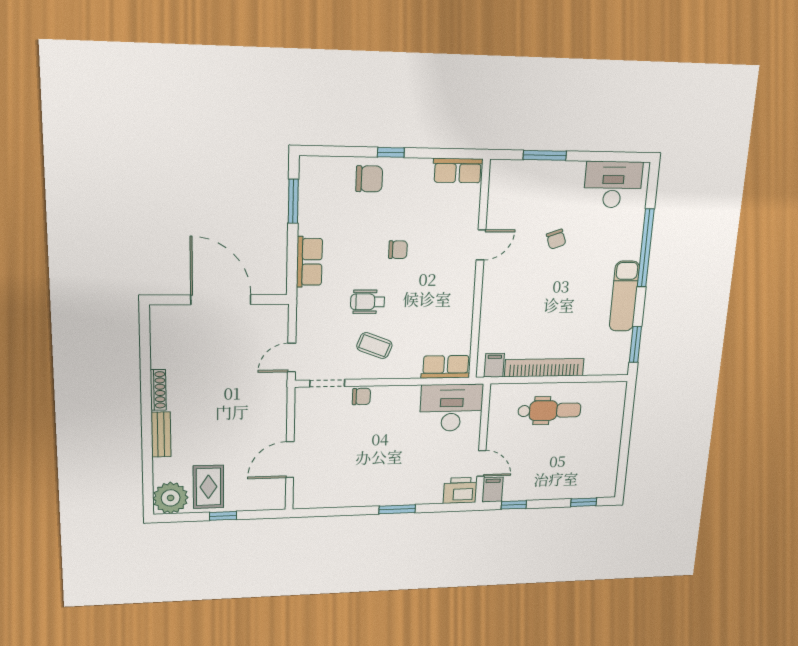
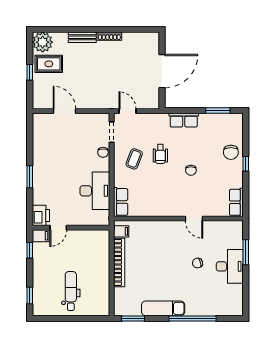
desk: (613, 185) -> (230, 266), moved
wheelchair: (368, 302) -> (160, 154), turned 180
desk: (451, 408) -> (95, 191), moved
dental chair: (549, 411) -> (71, 291), moved, turned 180

